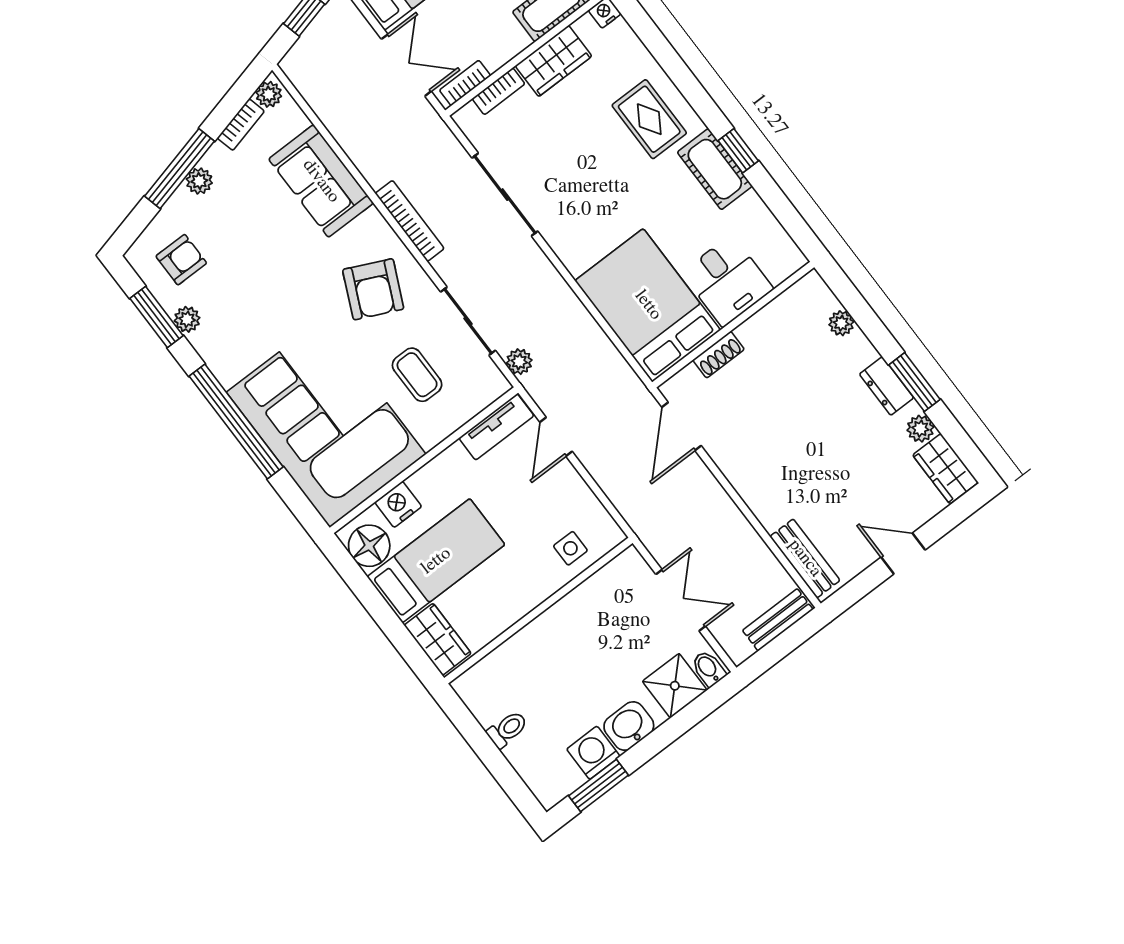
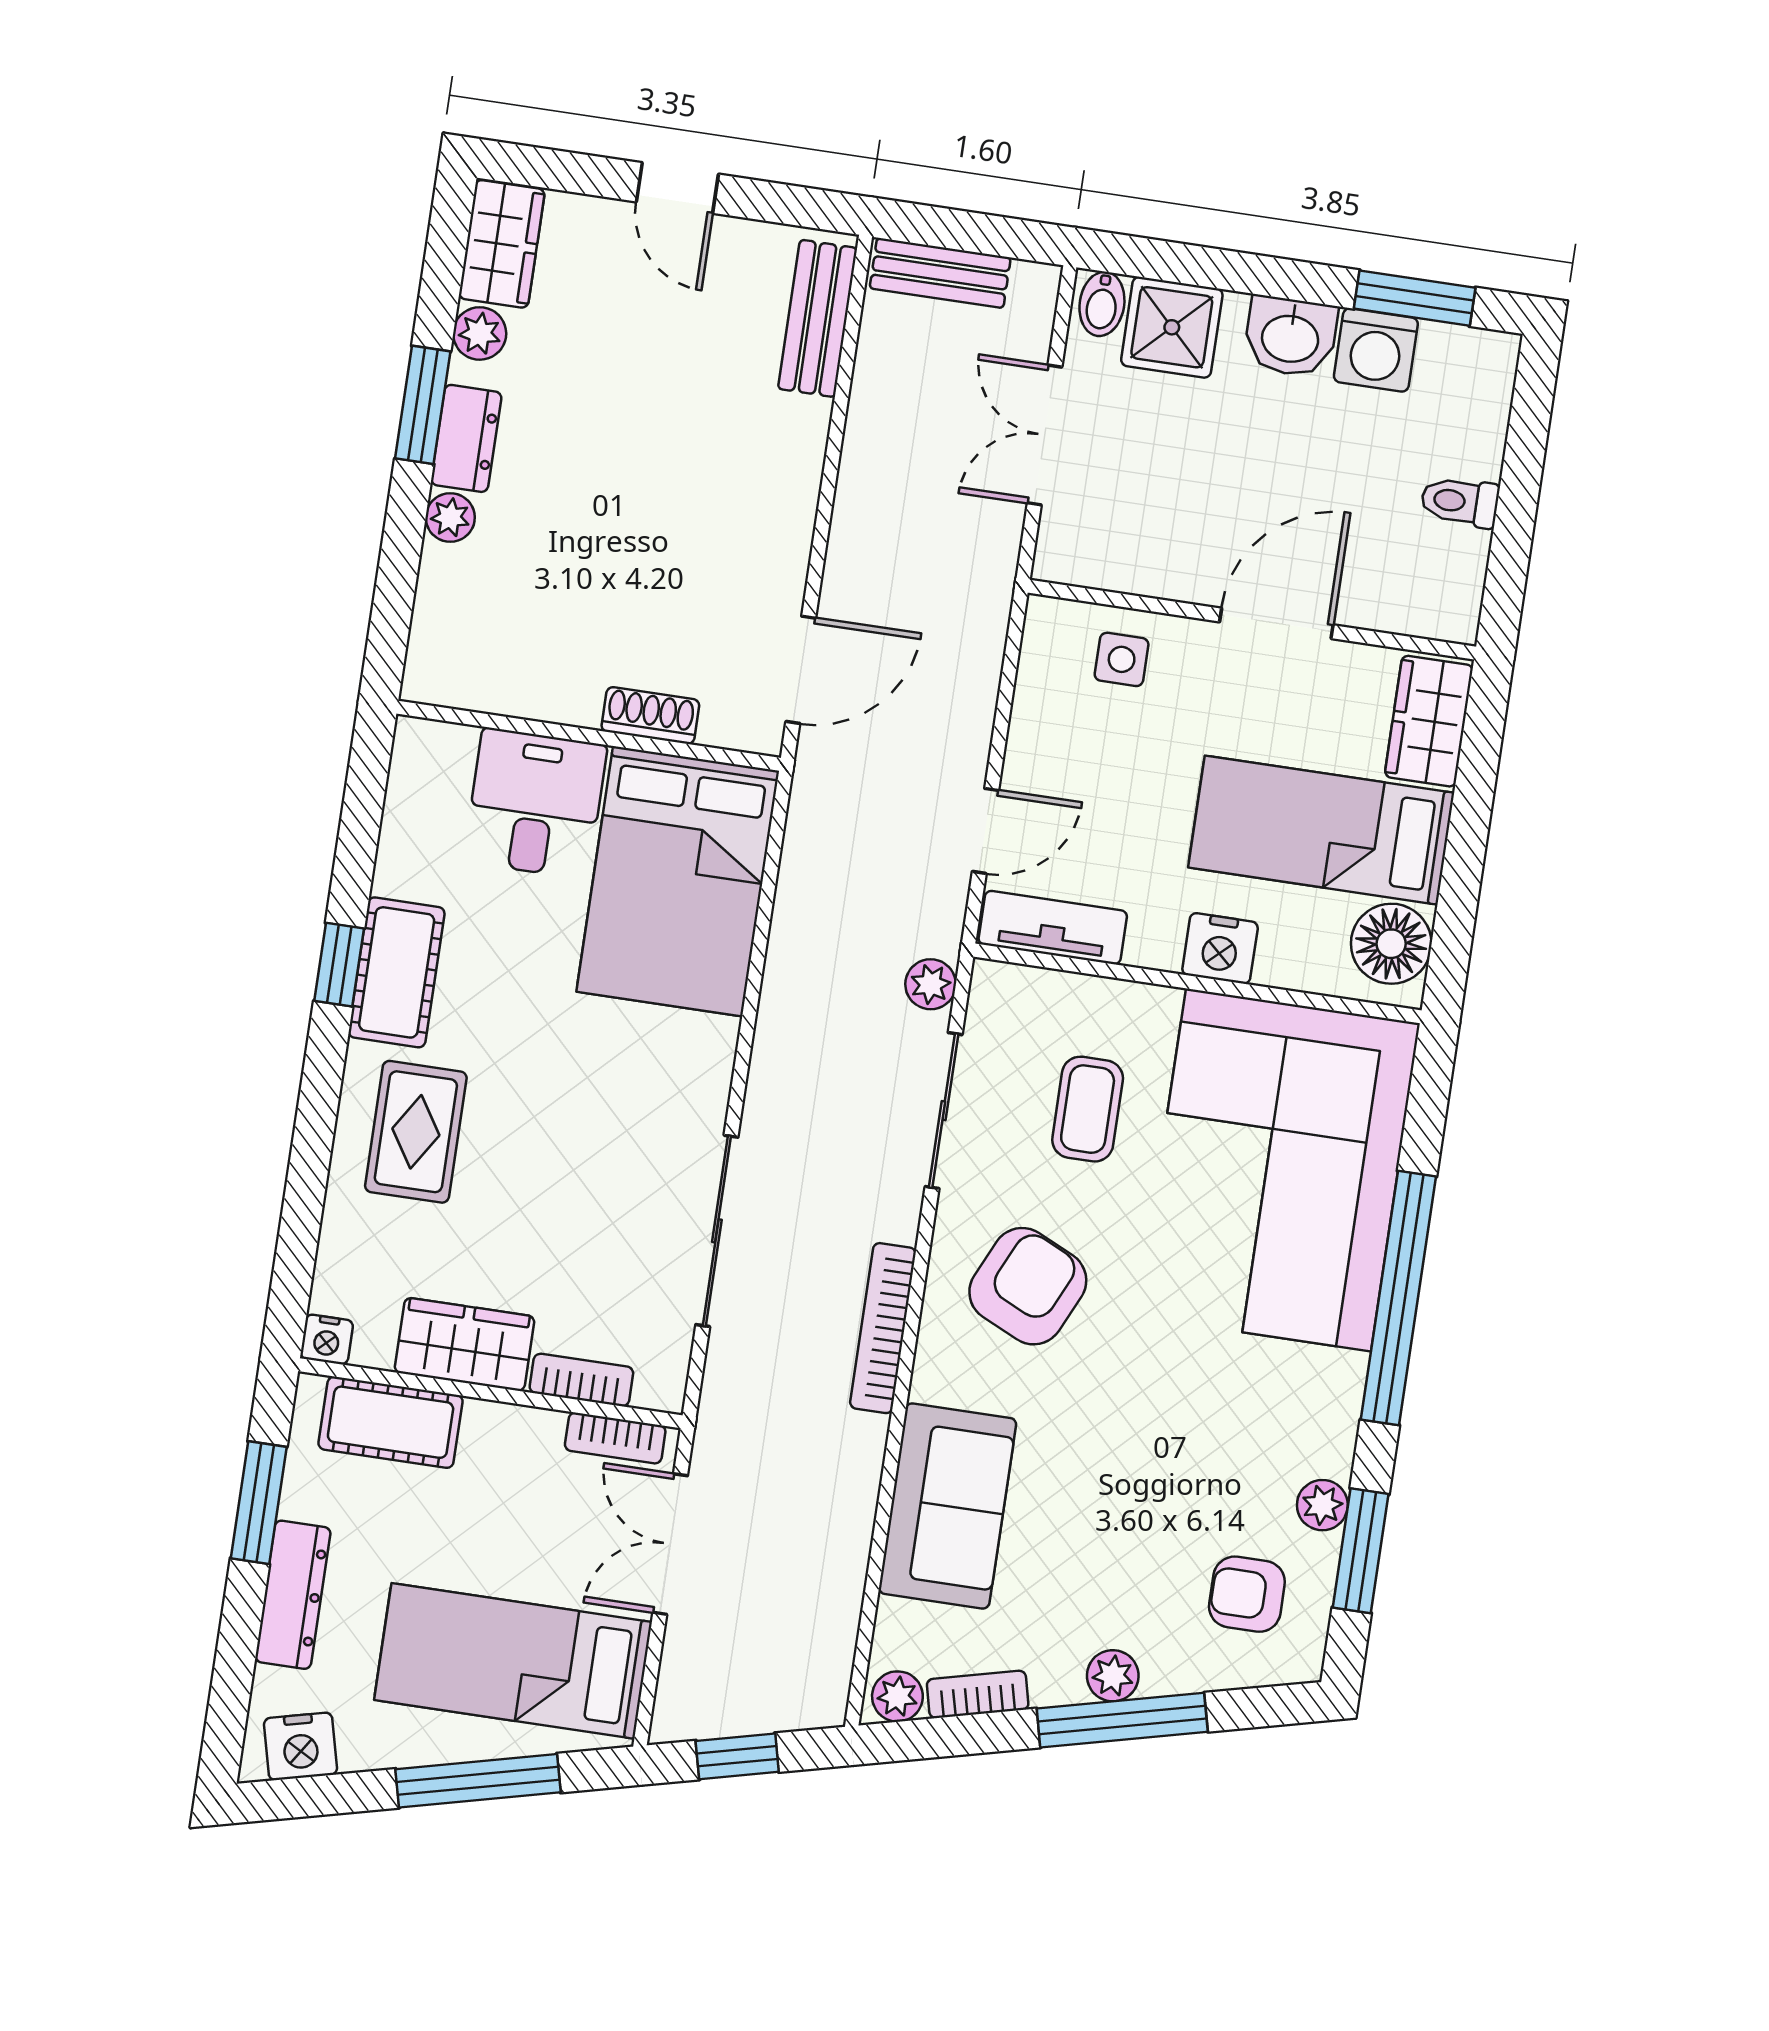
plant: (841, 323) -> (450, 517), moved
nightstand: (398, 504) -> (1220, 948), moved
door: (528, 618) -> (1276, 623), added

